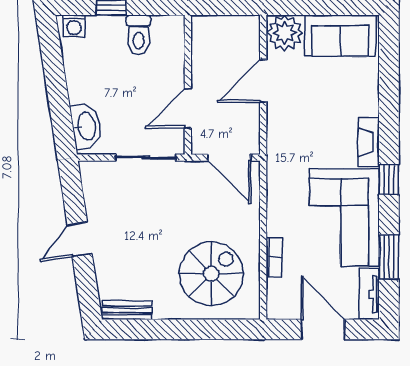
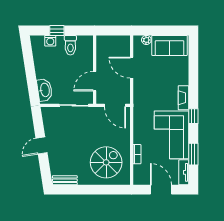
washing machine: (74, 26) -> (50, 41), moved
plant: (285, 33) -> (146, 40), width x0.53, depth x0.53
door: (263, 81) -> (132, 68), hinge flipped

